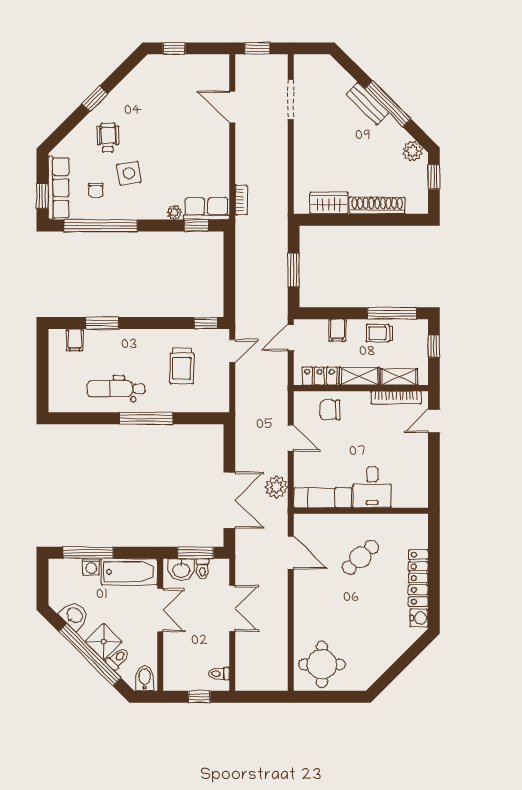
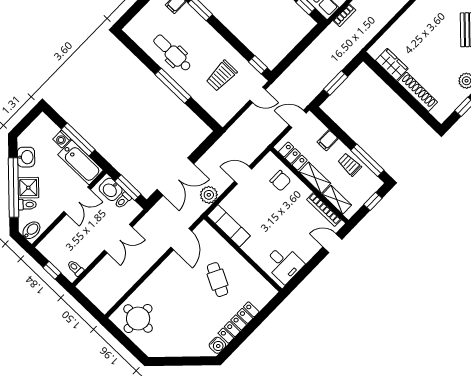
chair: (330, 410) -> (280, 181), turned 180
door: (291, 438) -> (243, 175), swing flipped
desk: (372, 487) -> (284, 264), moved, turned -90
window: (88, 553) -> (78, 139), moved
cafe table: (360, 557) -> (218, 280), turned 70

